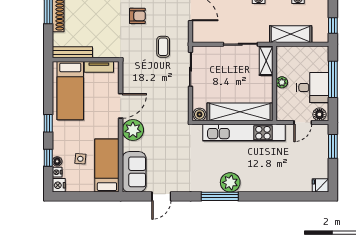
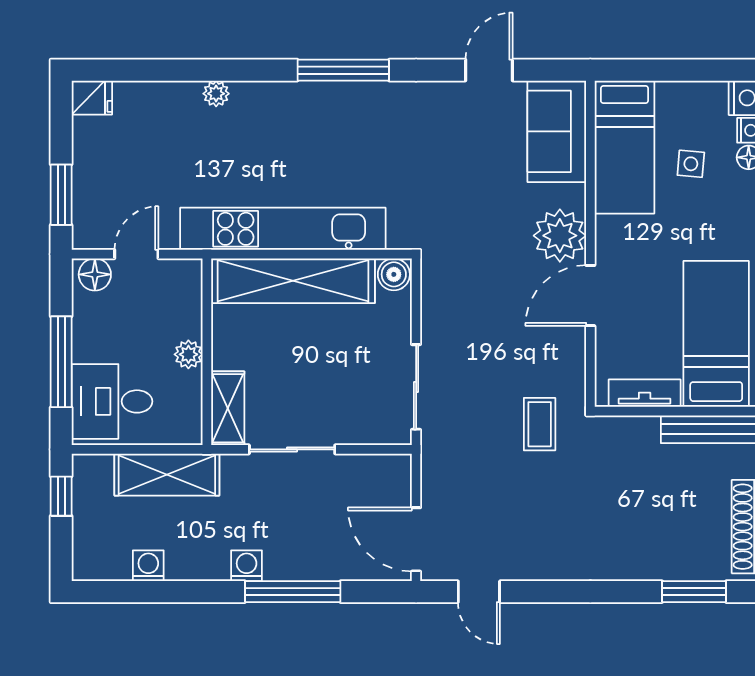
armchair: (137, 16) -> (549, 520), removed
coffee table: (163, 47) -> (540, 424), moved
desk: (313, 87) -> (112, 401), moved
plant: (230, 182) -> (216, 94), moved, width x0.53, depth x0.53

